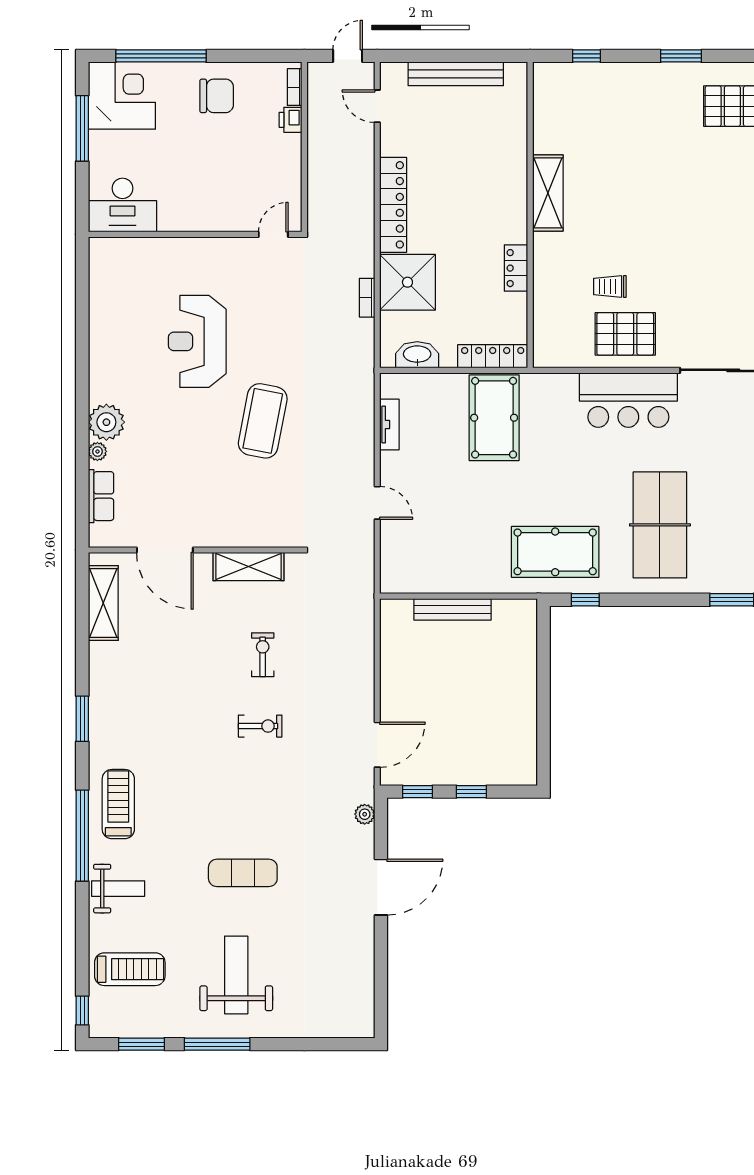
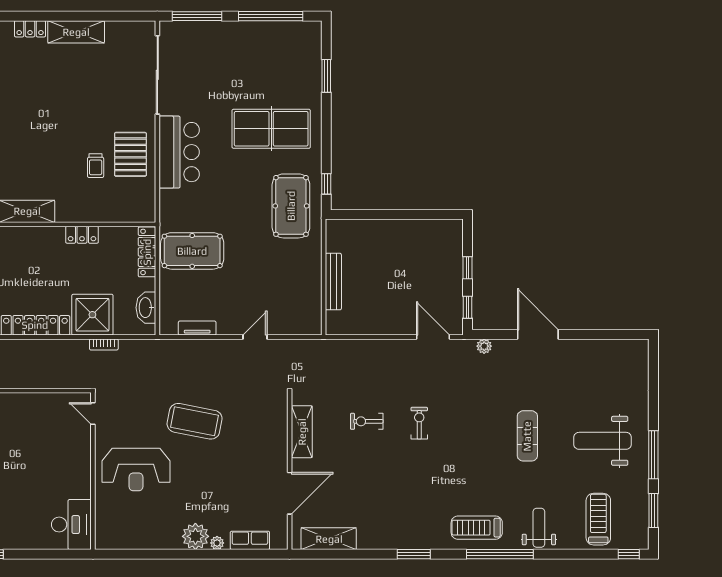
desk: (122, 205) -> (71, 525), moved
wall: (195, 234) -> (93, 471), moved
door: (273, 234) -> (93, 414), moved

